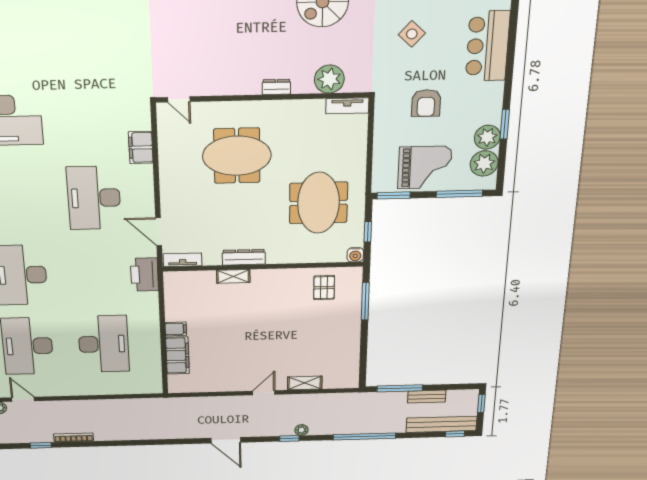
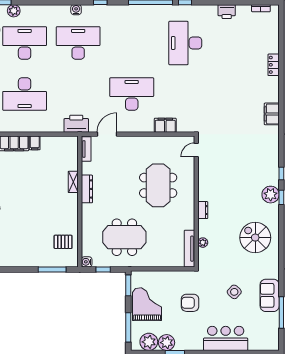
plant: (329, 79) -> (203, 243), width x0.53, depth x0.53
tv unit: (347, 106) -> (189, 249), width x1.41
grand piano: (425, 167) -> (147, 304), turned 180

